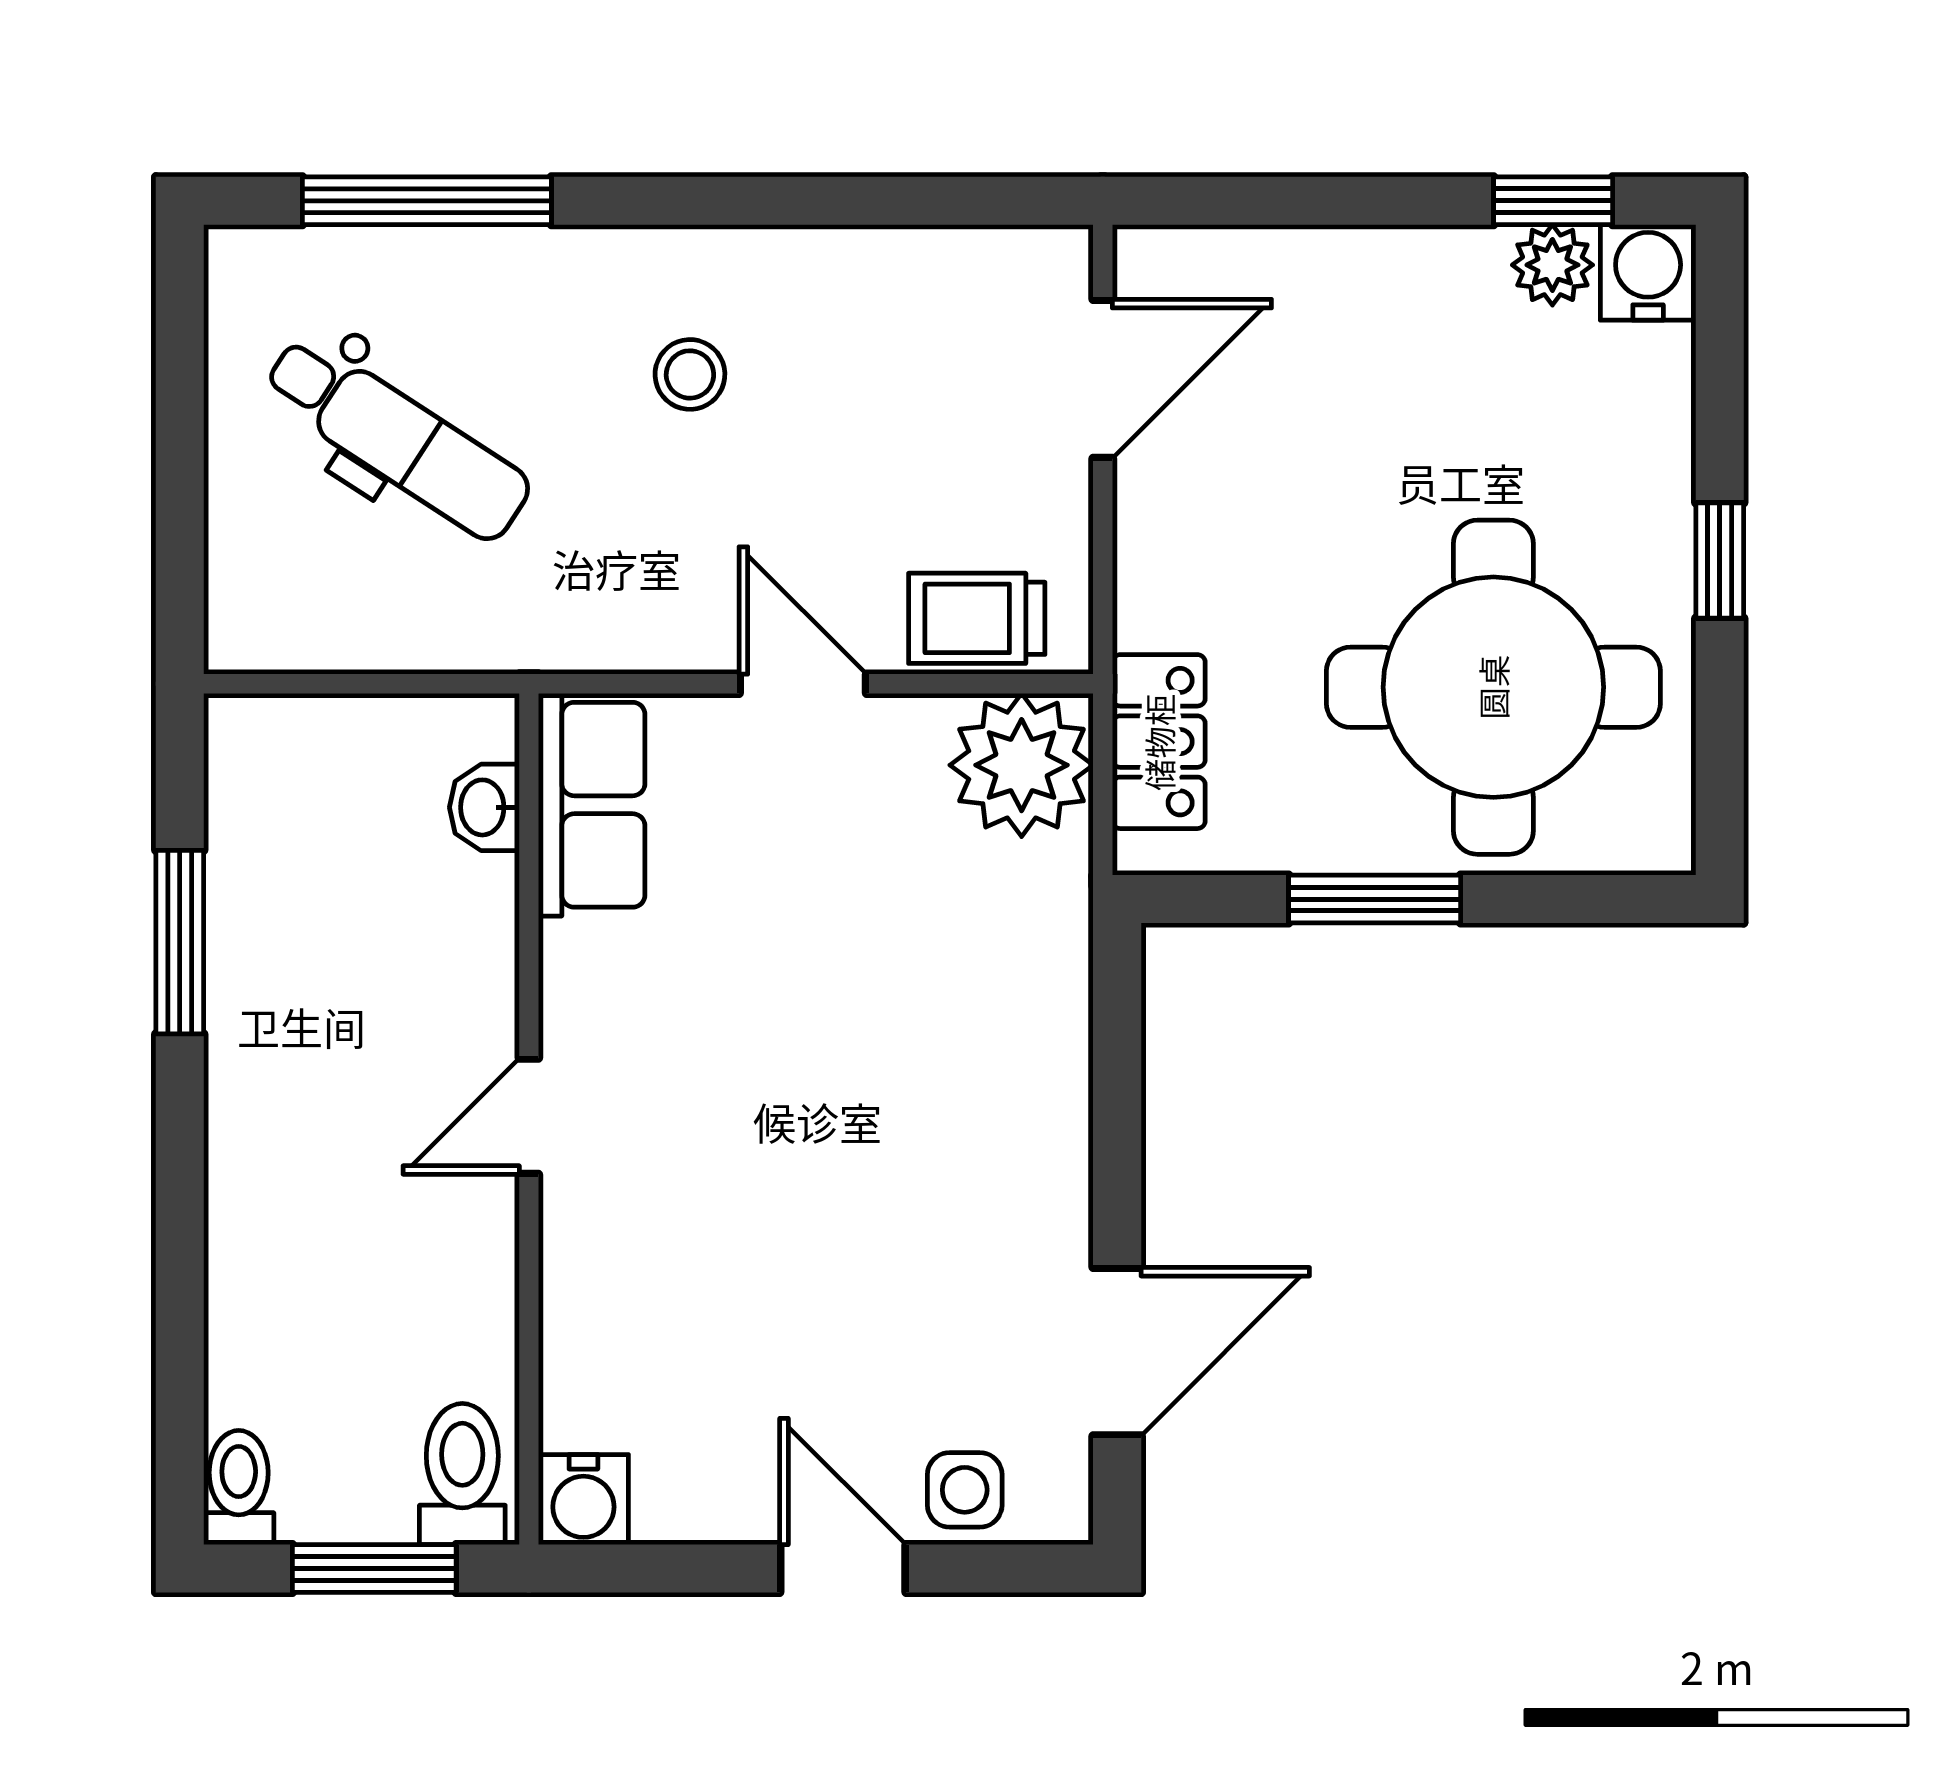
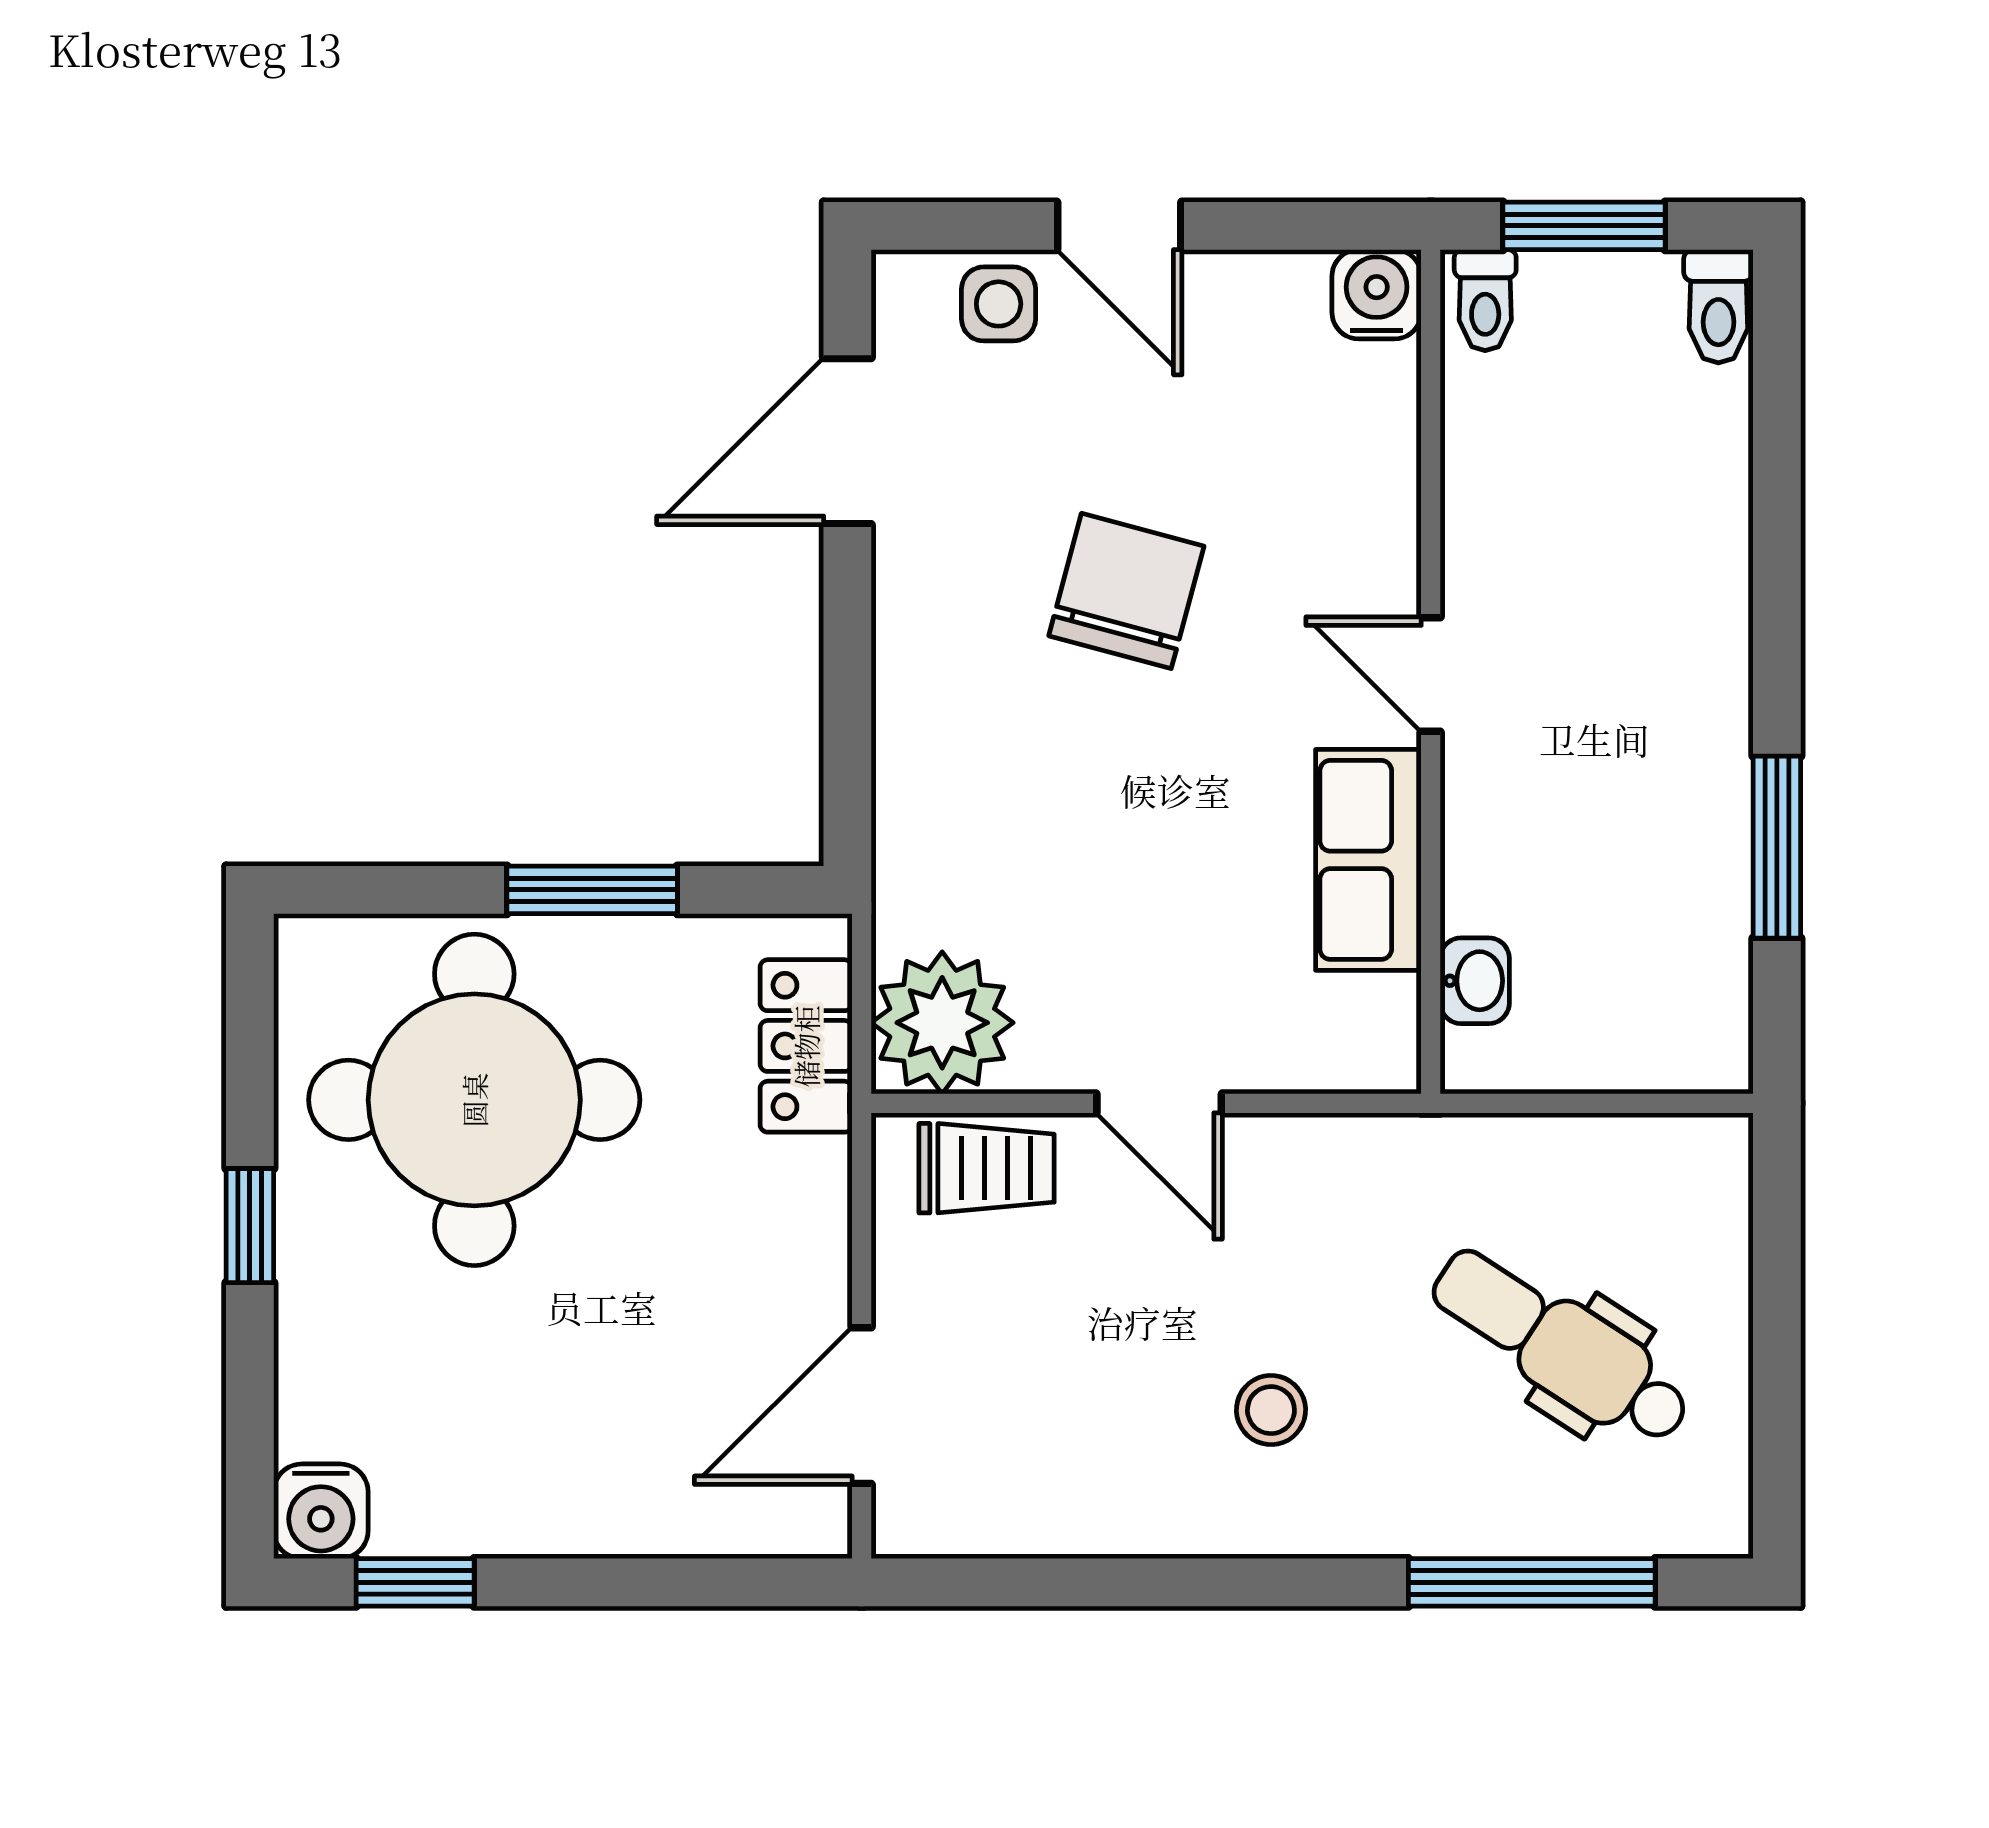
plant: (1552, 265) -> (416, 1519), removed
row of seats: (592, 805) -> (1368, 860), moved
door: (529, 1116) -> (1431, 674), swing flipped
chair: (836, 1200) -> (1126, 591), added
toilet: (462, 1474) -> (1485, 300), width x0.73, depth x0.72

